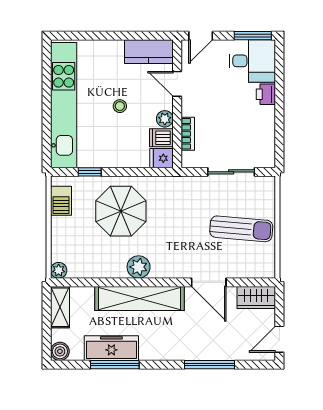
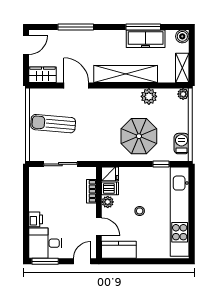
plant: (139, 267) -> (149, 96), moved

